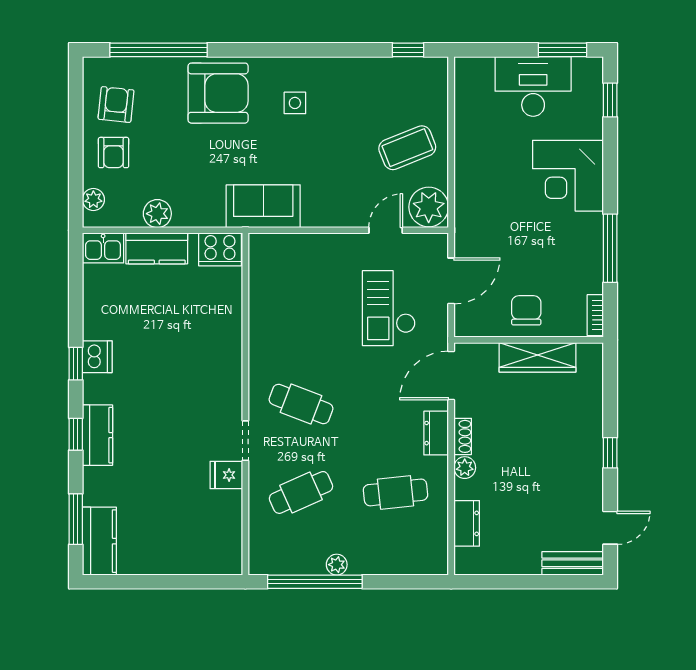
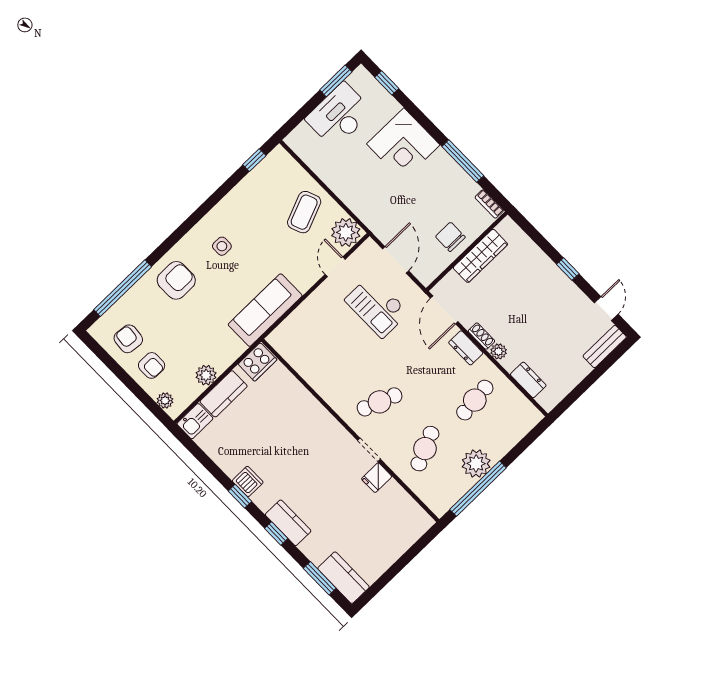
armchair: (218, 93) -> (176, 280), width x0.73, depth x0.73
sofa: (263, 206) -> (265, 310), width x1.36
plant: (337, 565) -> (476, 464), width x1.88, depth x1.88

